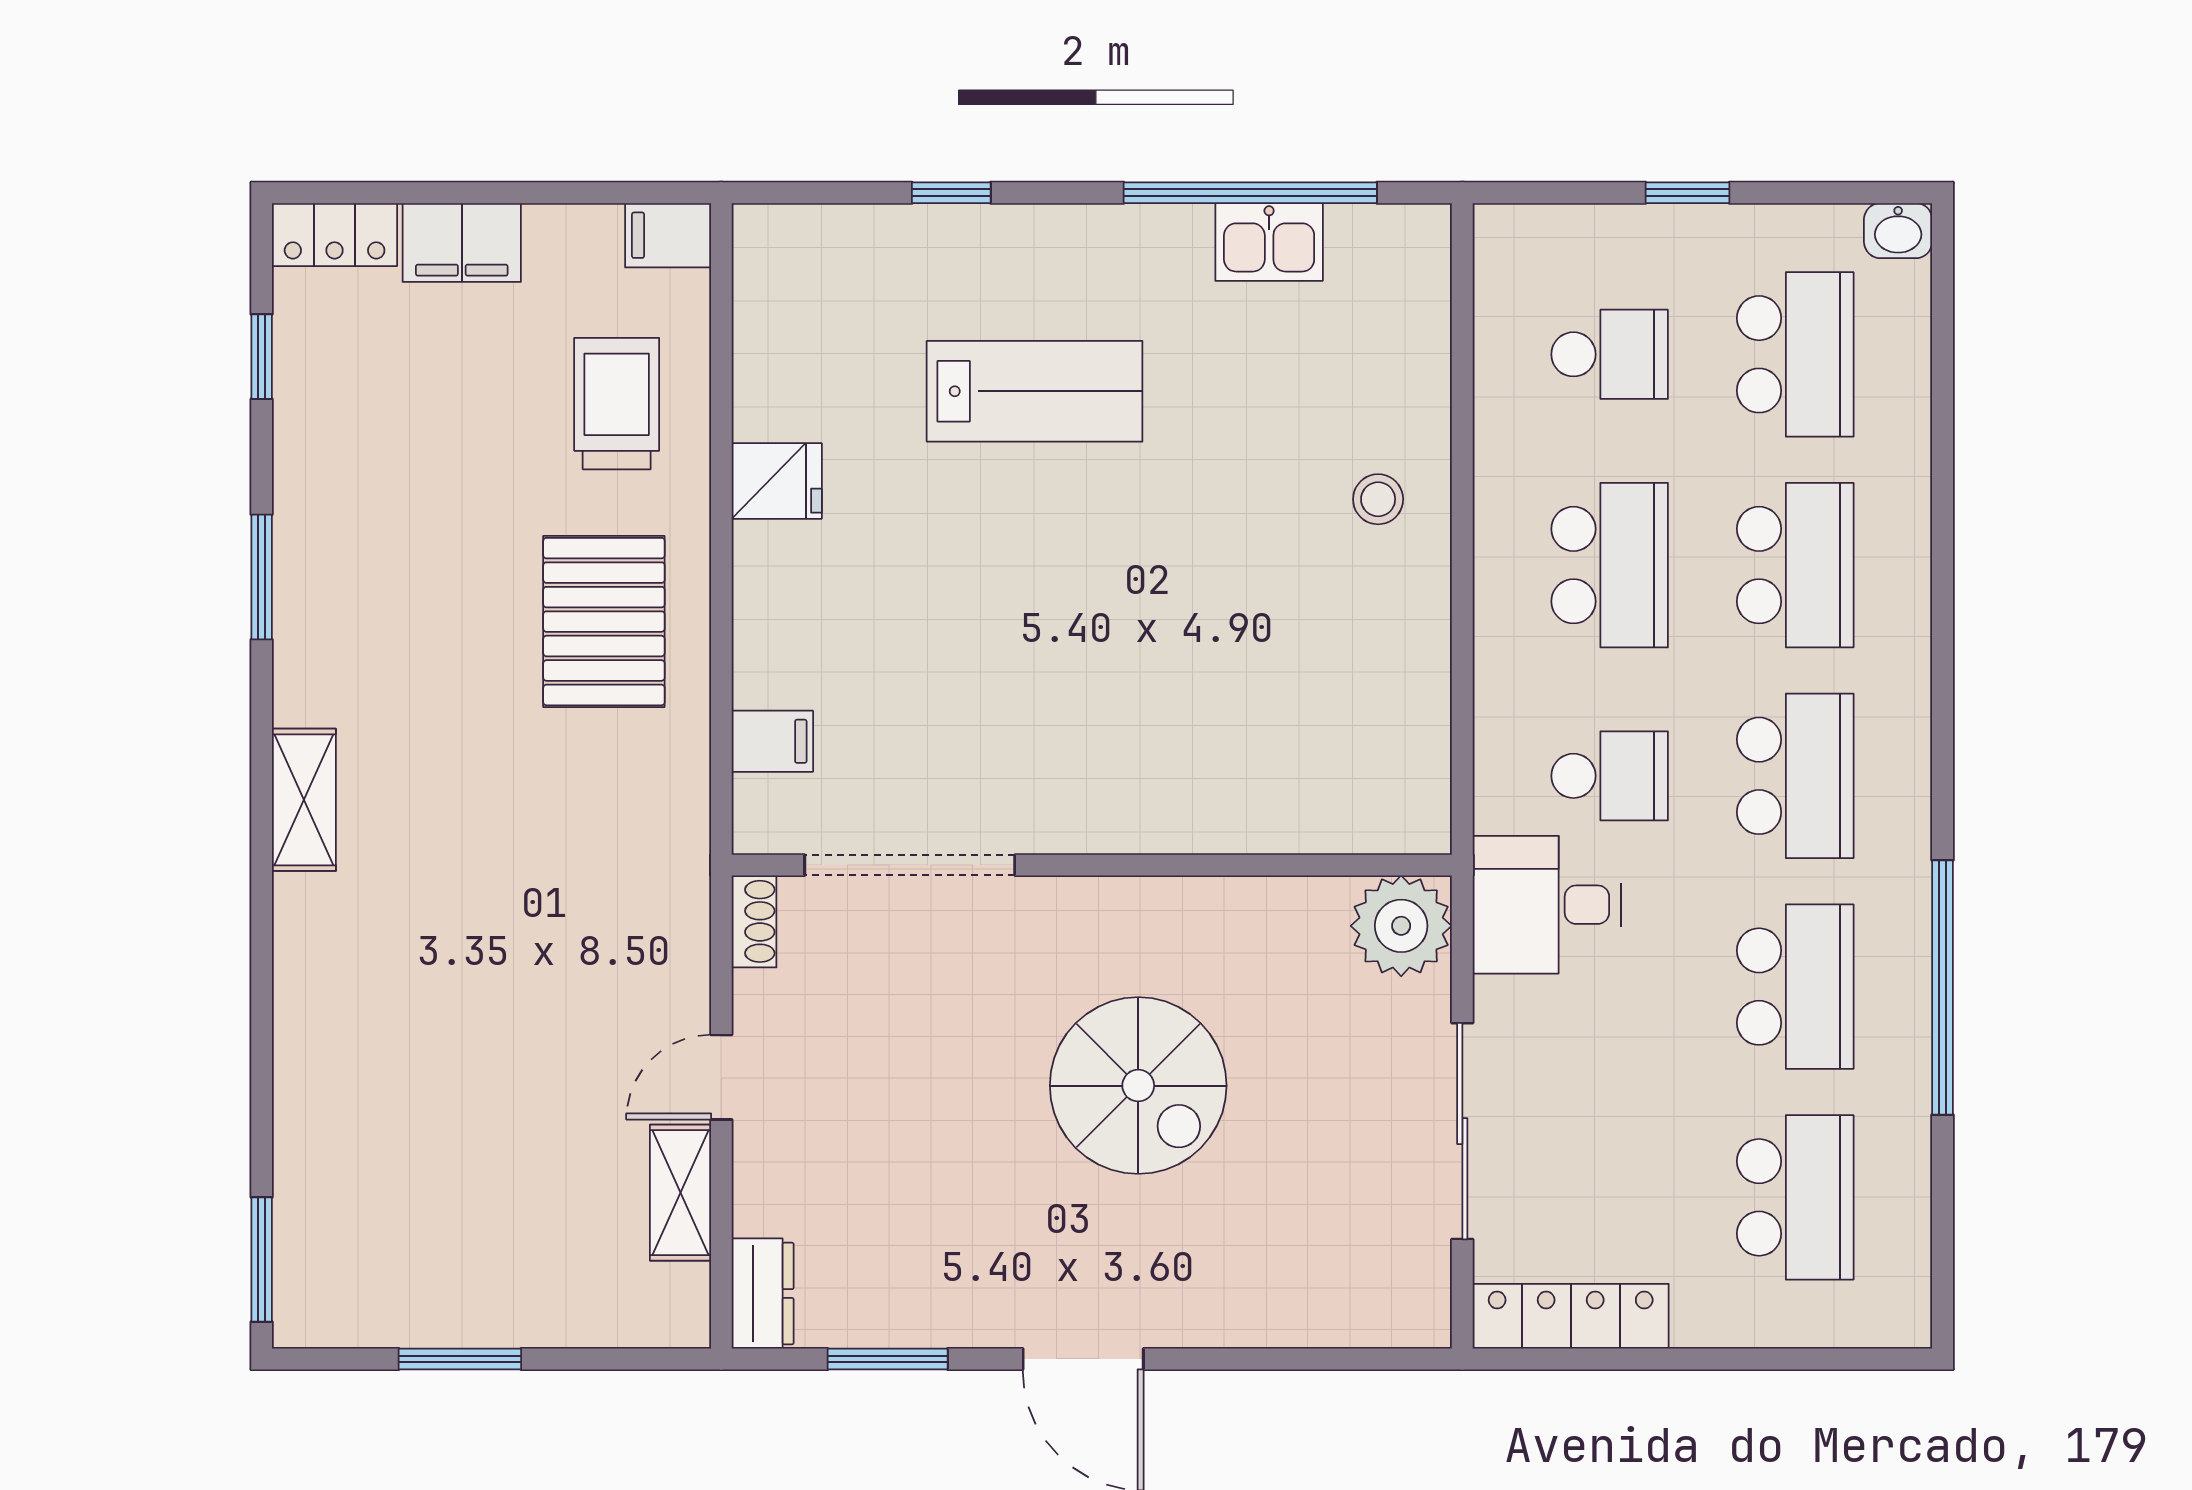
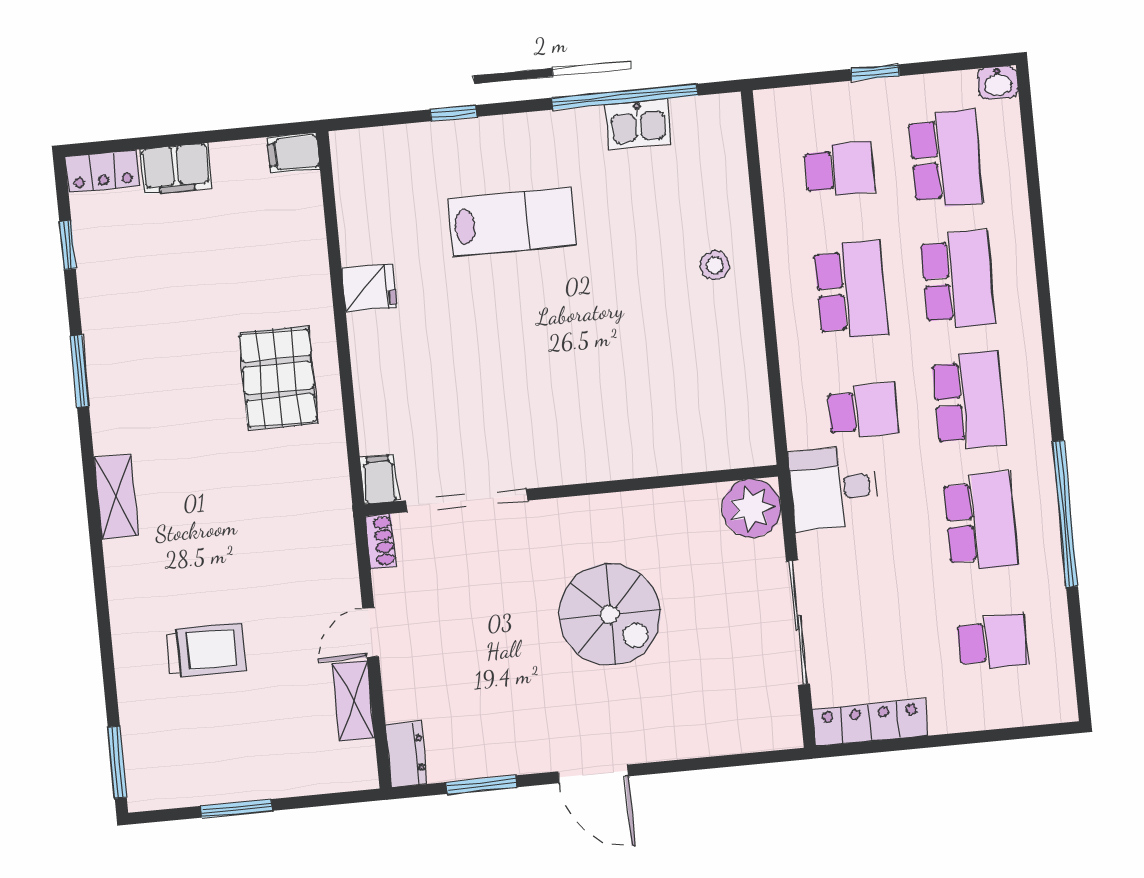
trolley: (617, 404) -> (206, 650), moved, turned 90
filing cabinet: (772, 741) -> (379, 479), moved, turned -90
school desk: (1795, 1197) -> (992, 642), width x0.54

